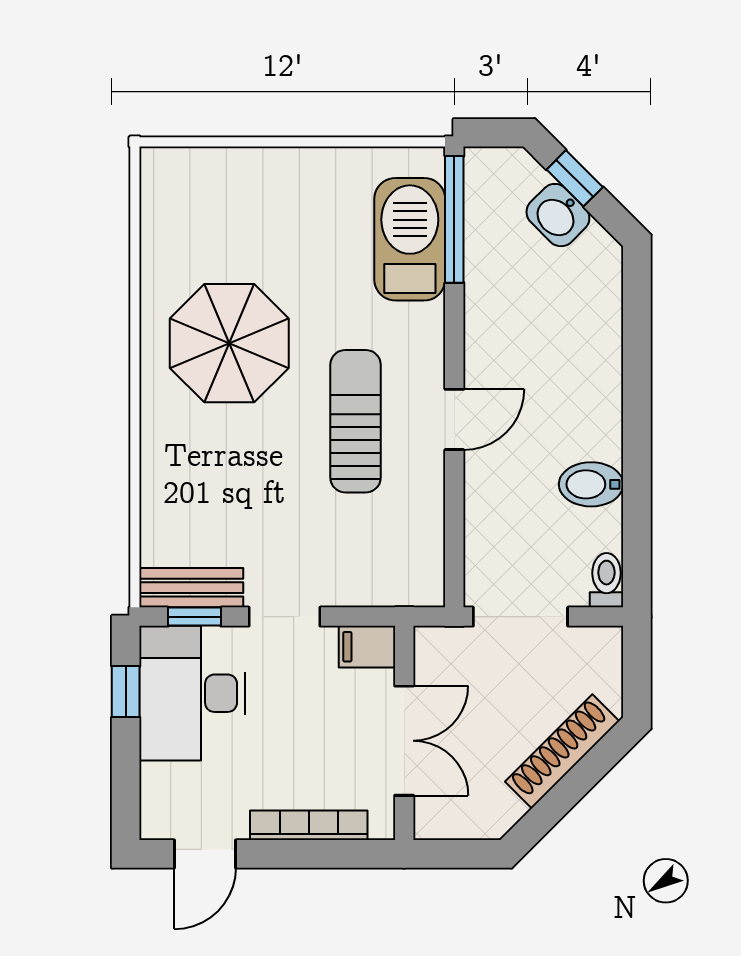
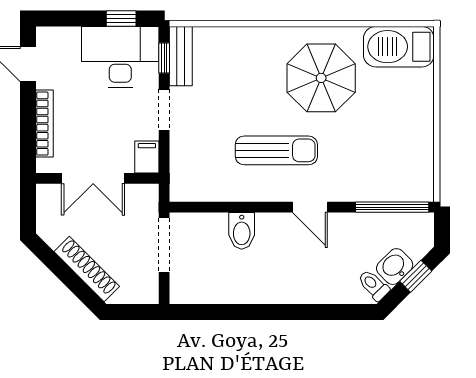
barbecue: (410, 239) -> (399, 47), moved, turned 180
door: (454, 419) -> (310, 207), moved
bidet: (591, 484) -> (242, 231), moved, turned 180
toilet: (606, 580) -> (373, 285), moved, turned -135

